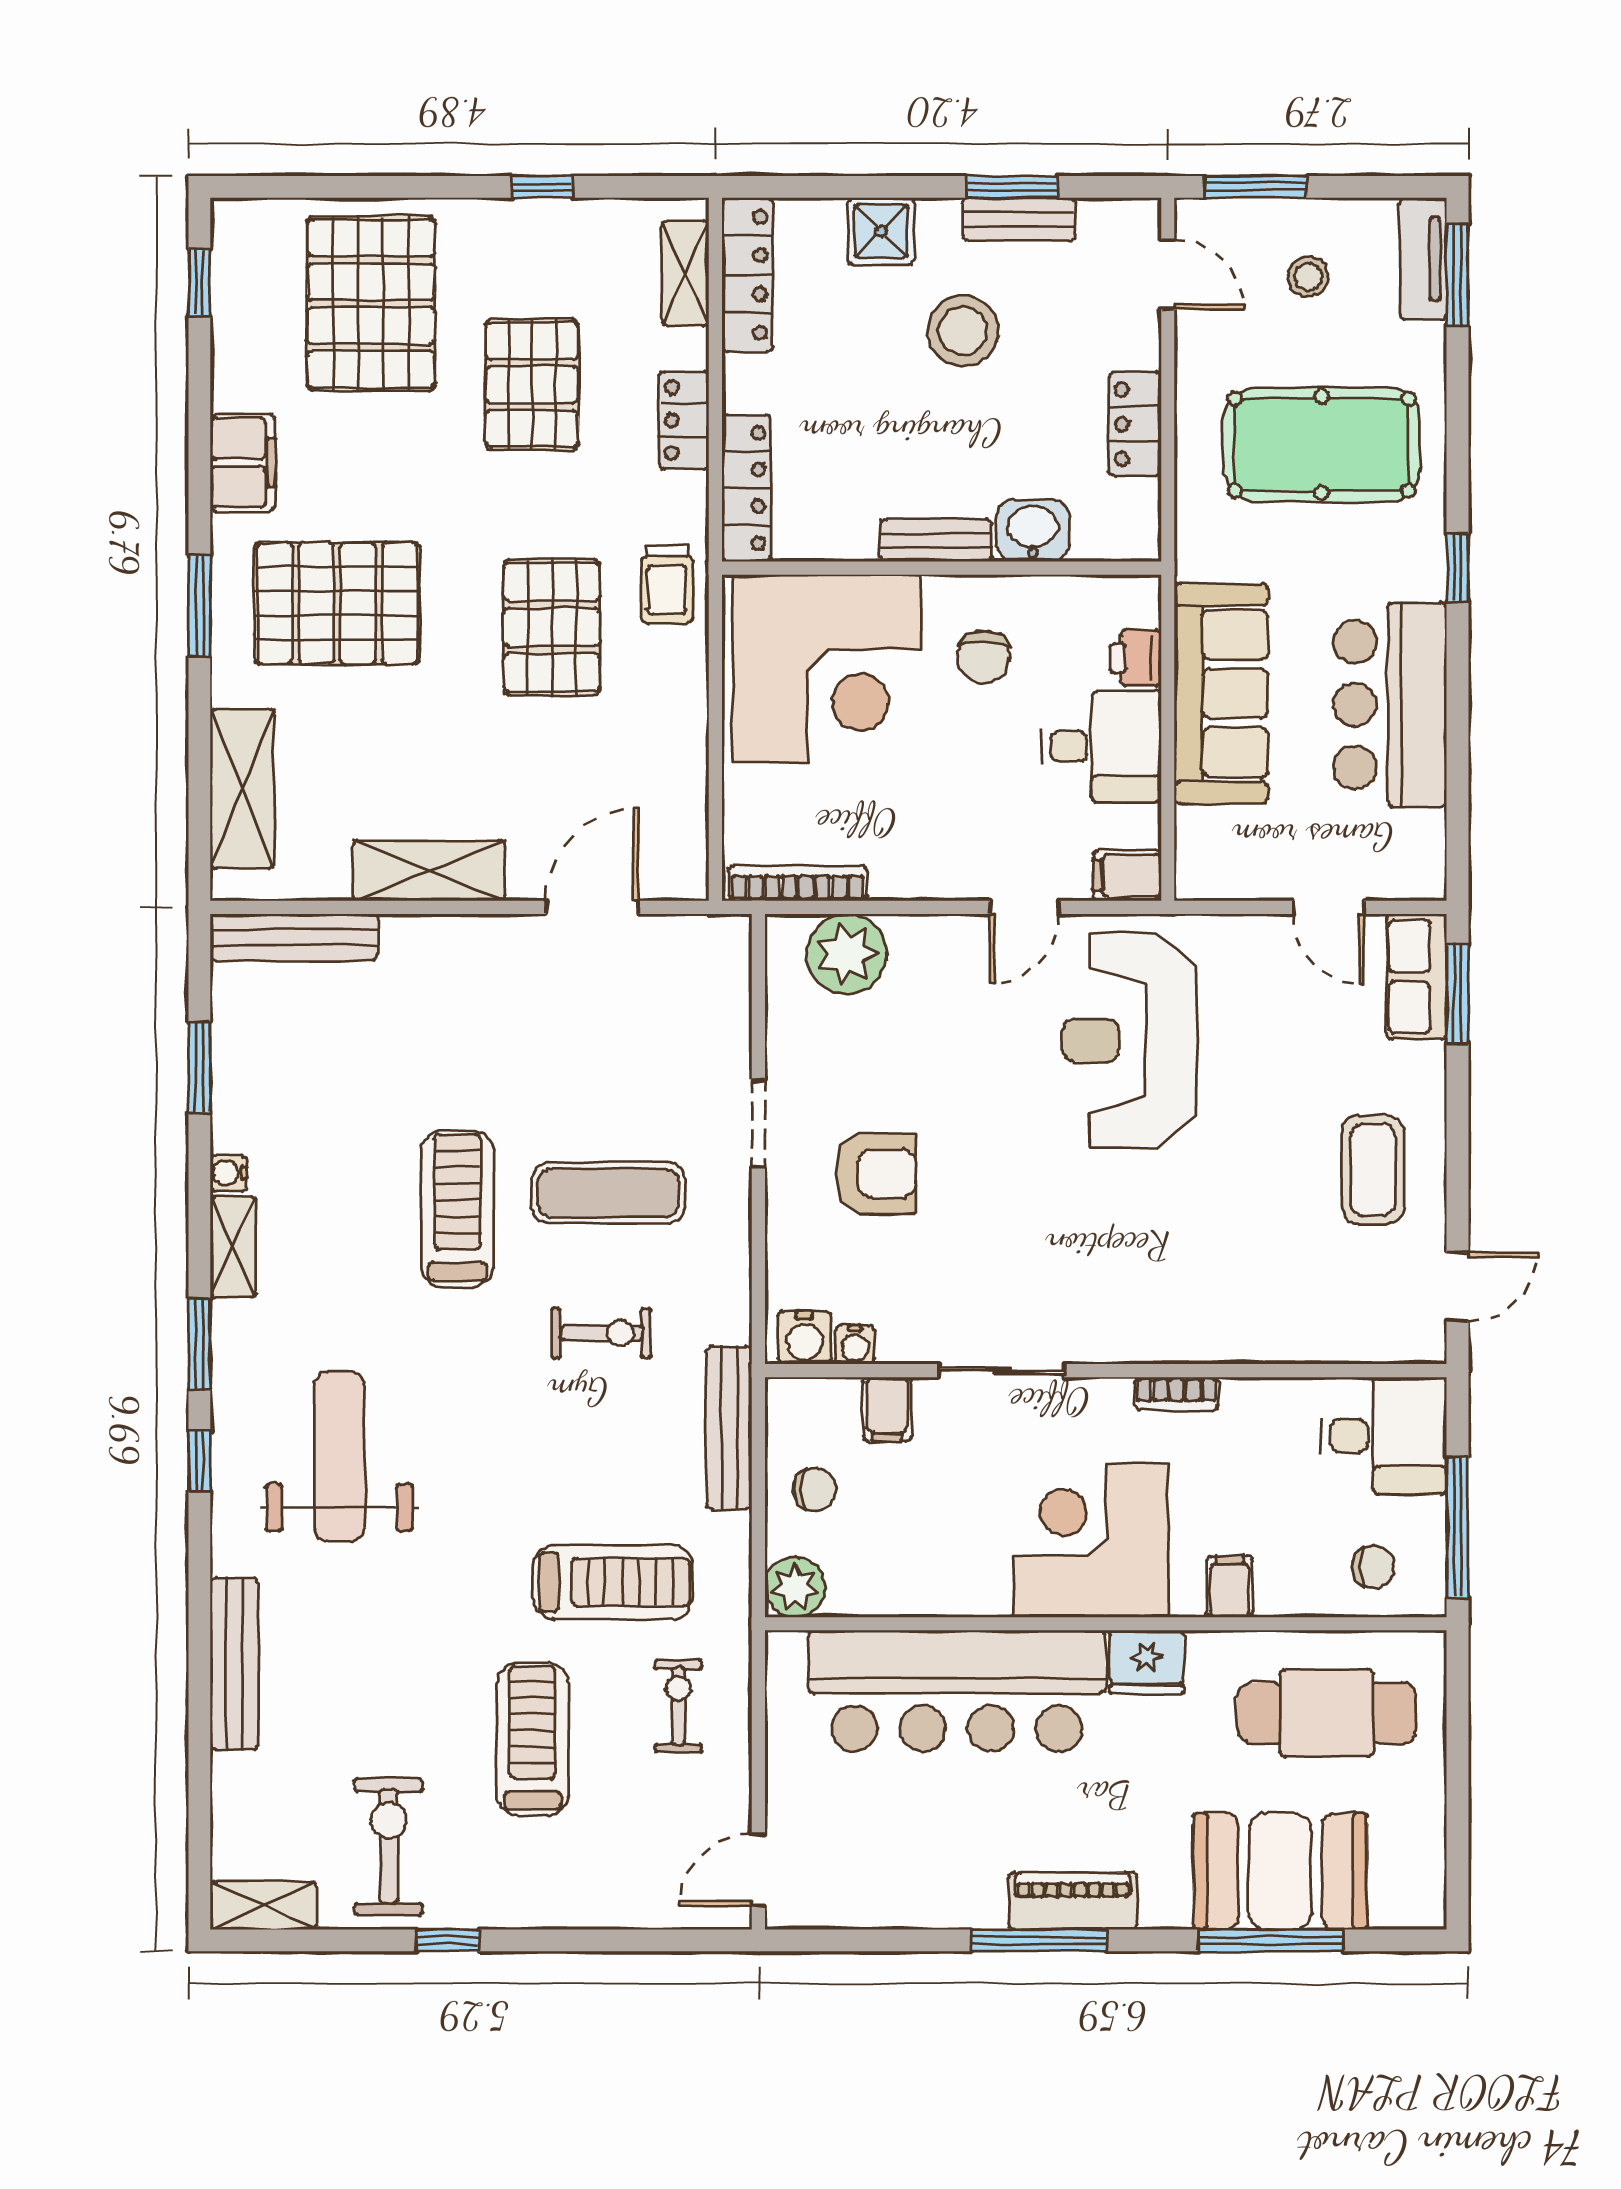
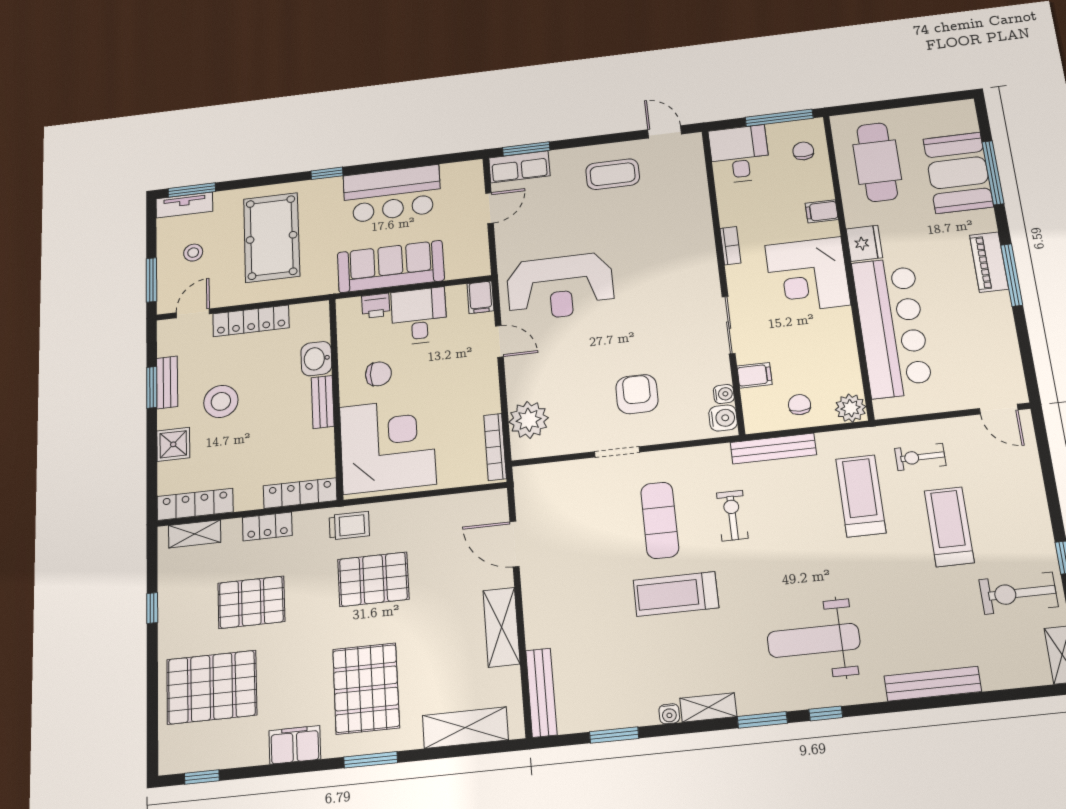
locker: (1135, 424) -> (251, 321), width x1.53
treadmill: (533, 1739) -> (949, 527), turned 90

